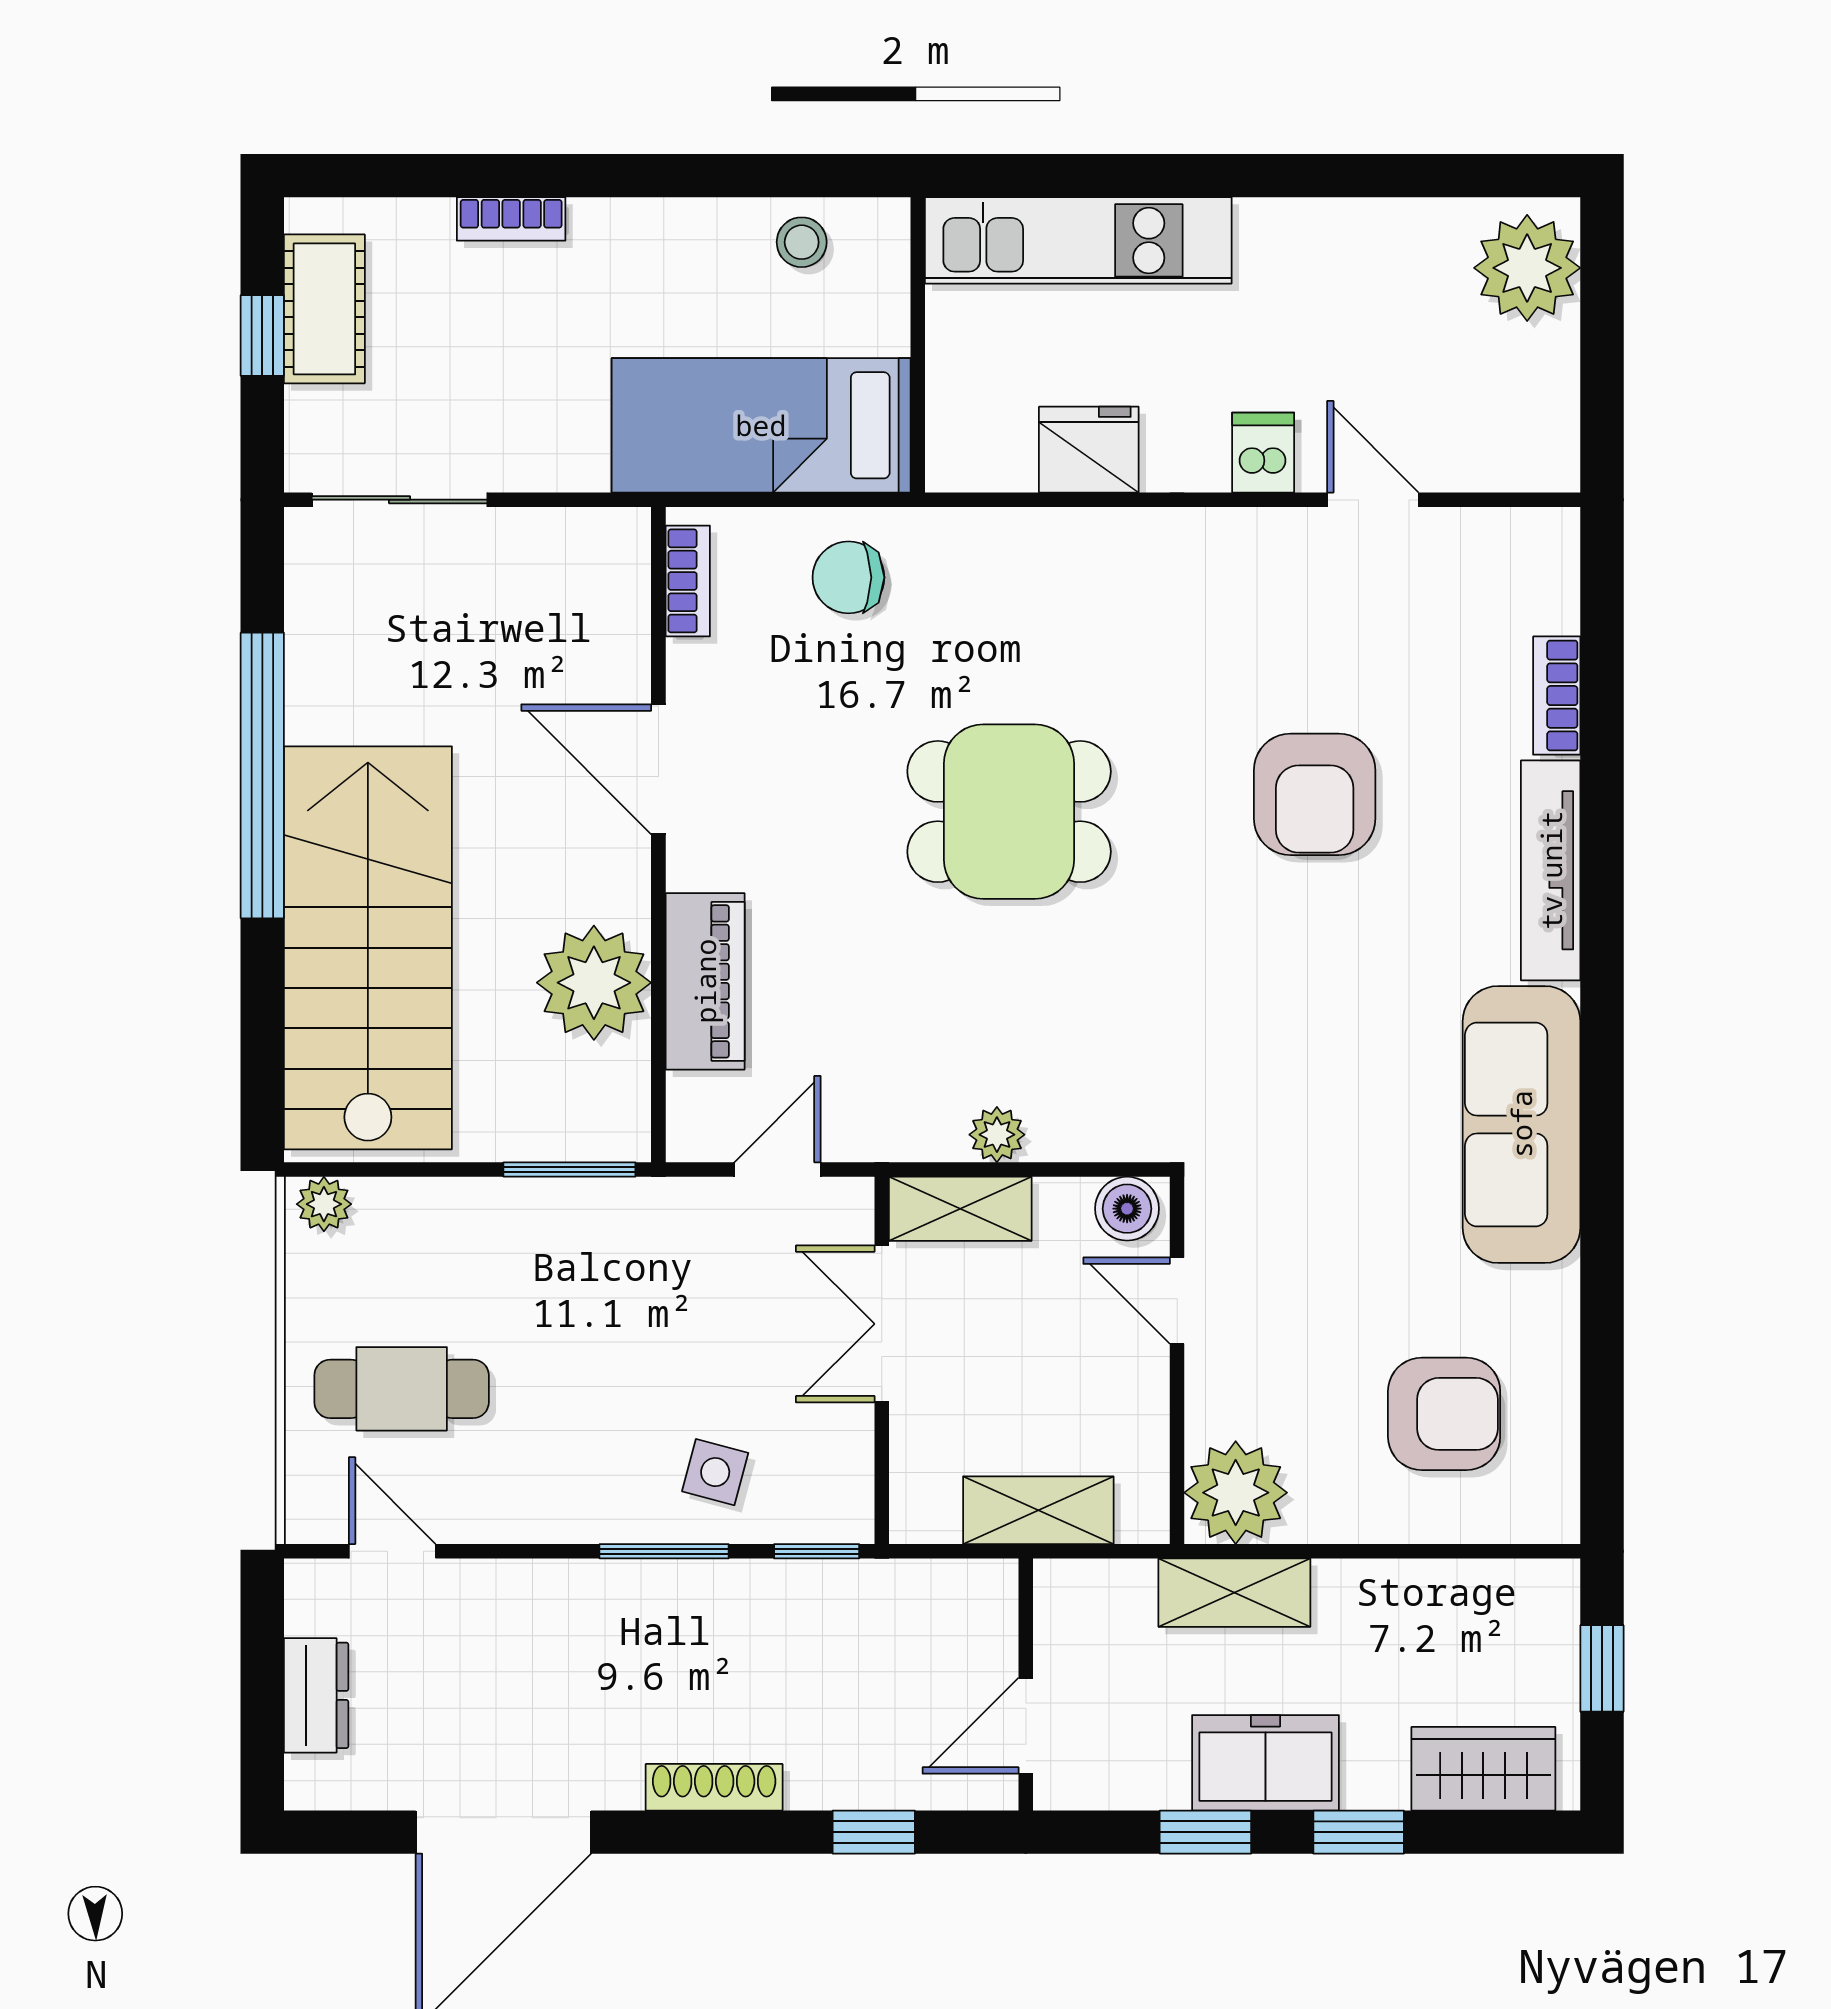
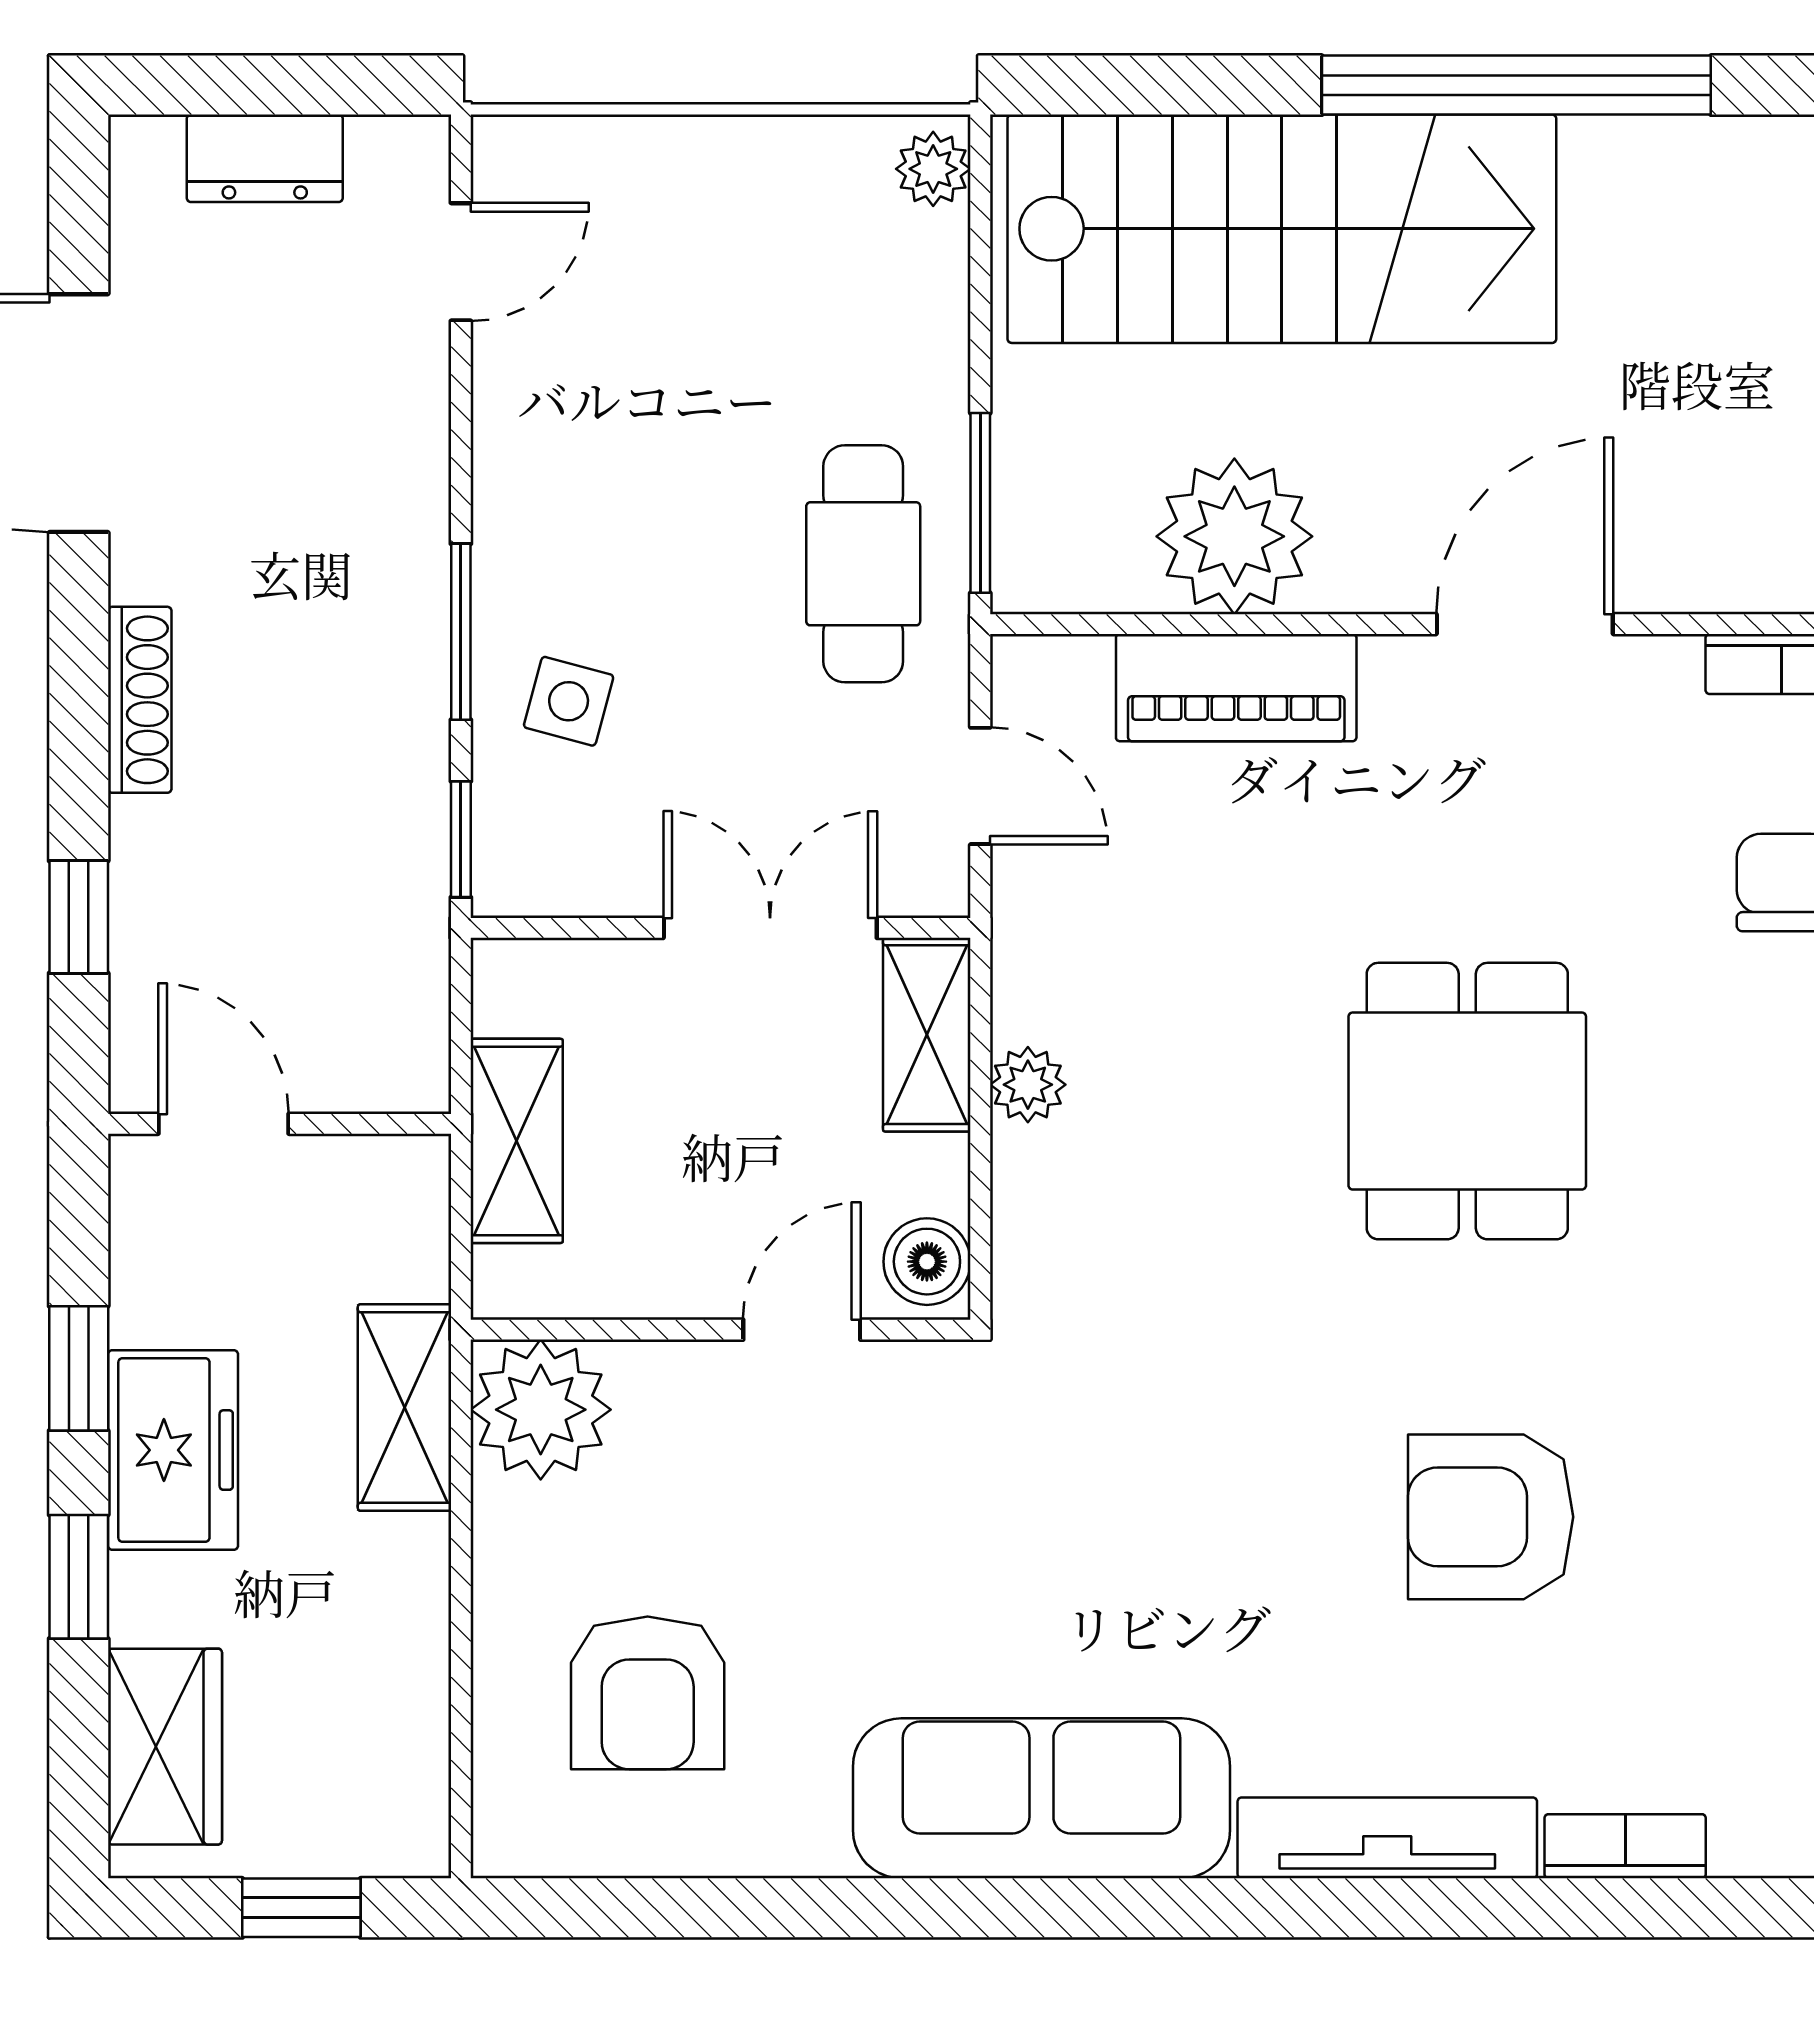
cafe table: (402, 1389) -> (863, 564), moved

